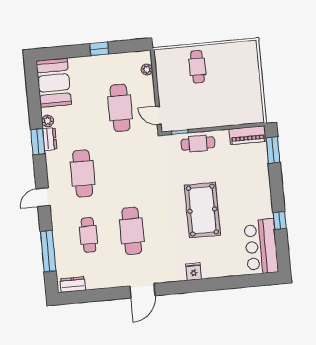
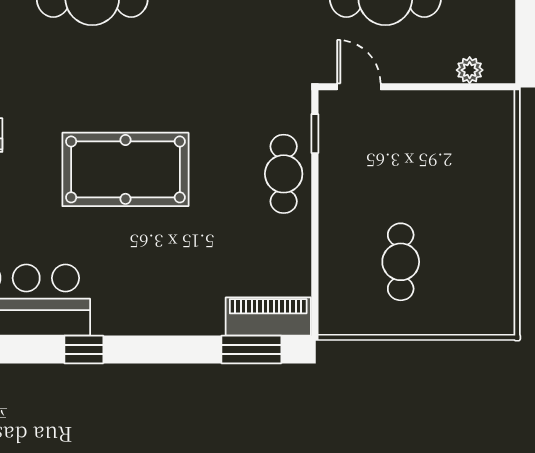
cafe table: (197, 67) -> (401, 262), moved, turned 90
door: (158, 115) -> (359, 87), hinge flipped
piano: (248, 135) -> (268, 317), moved, turned 90

